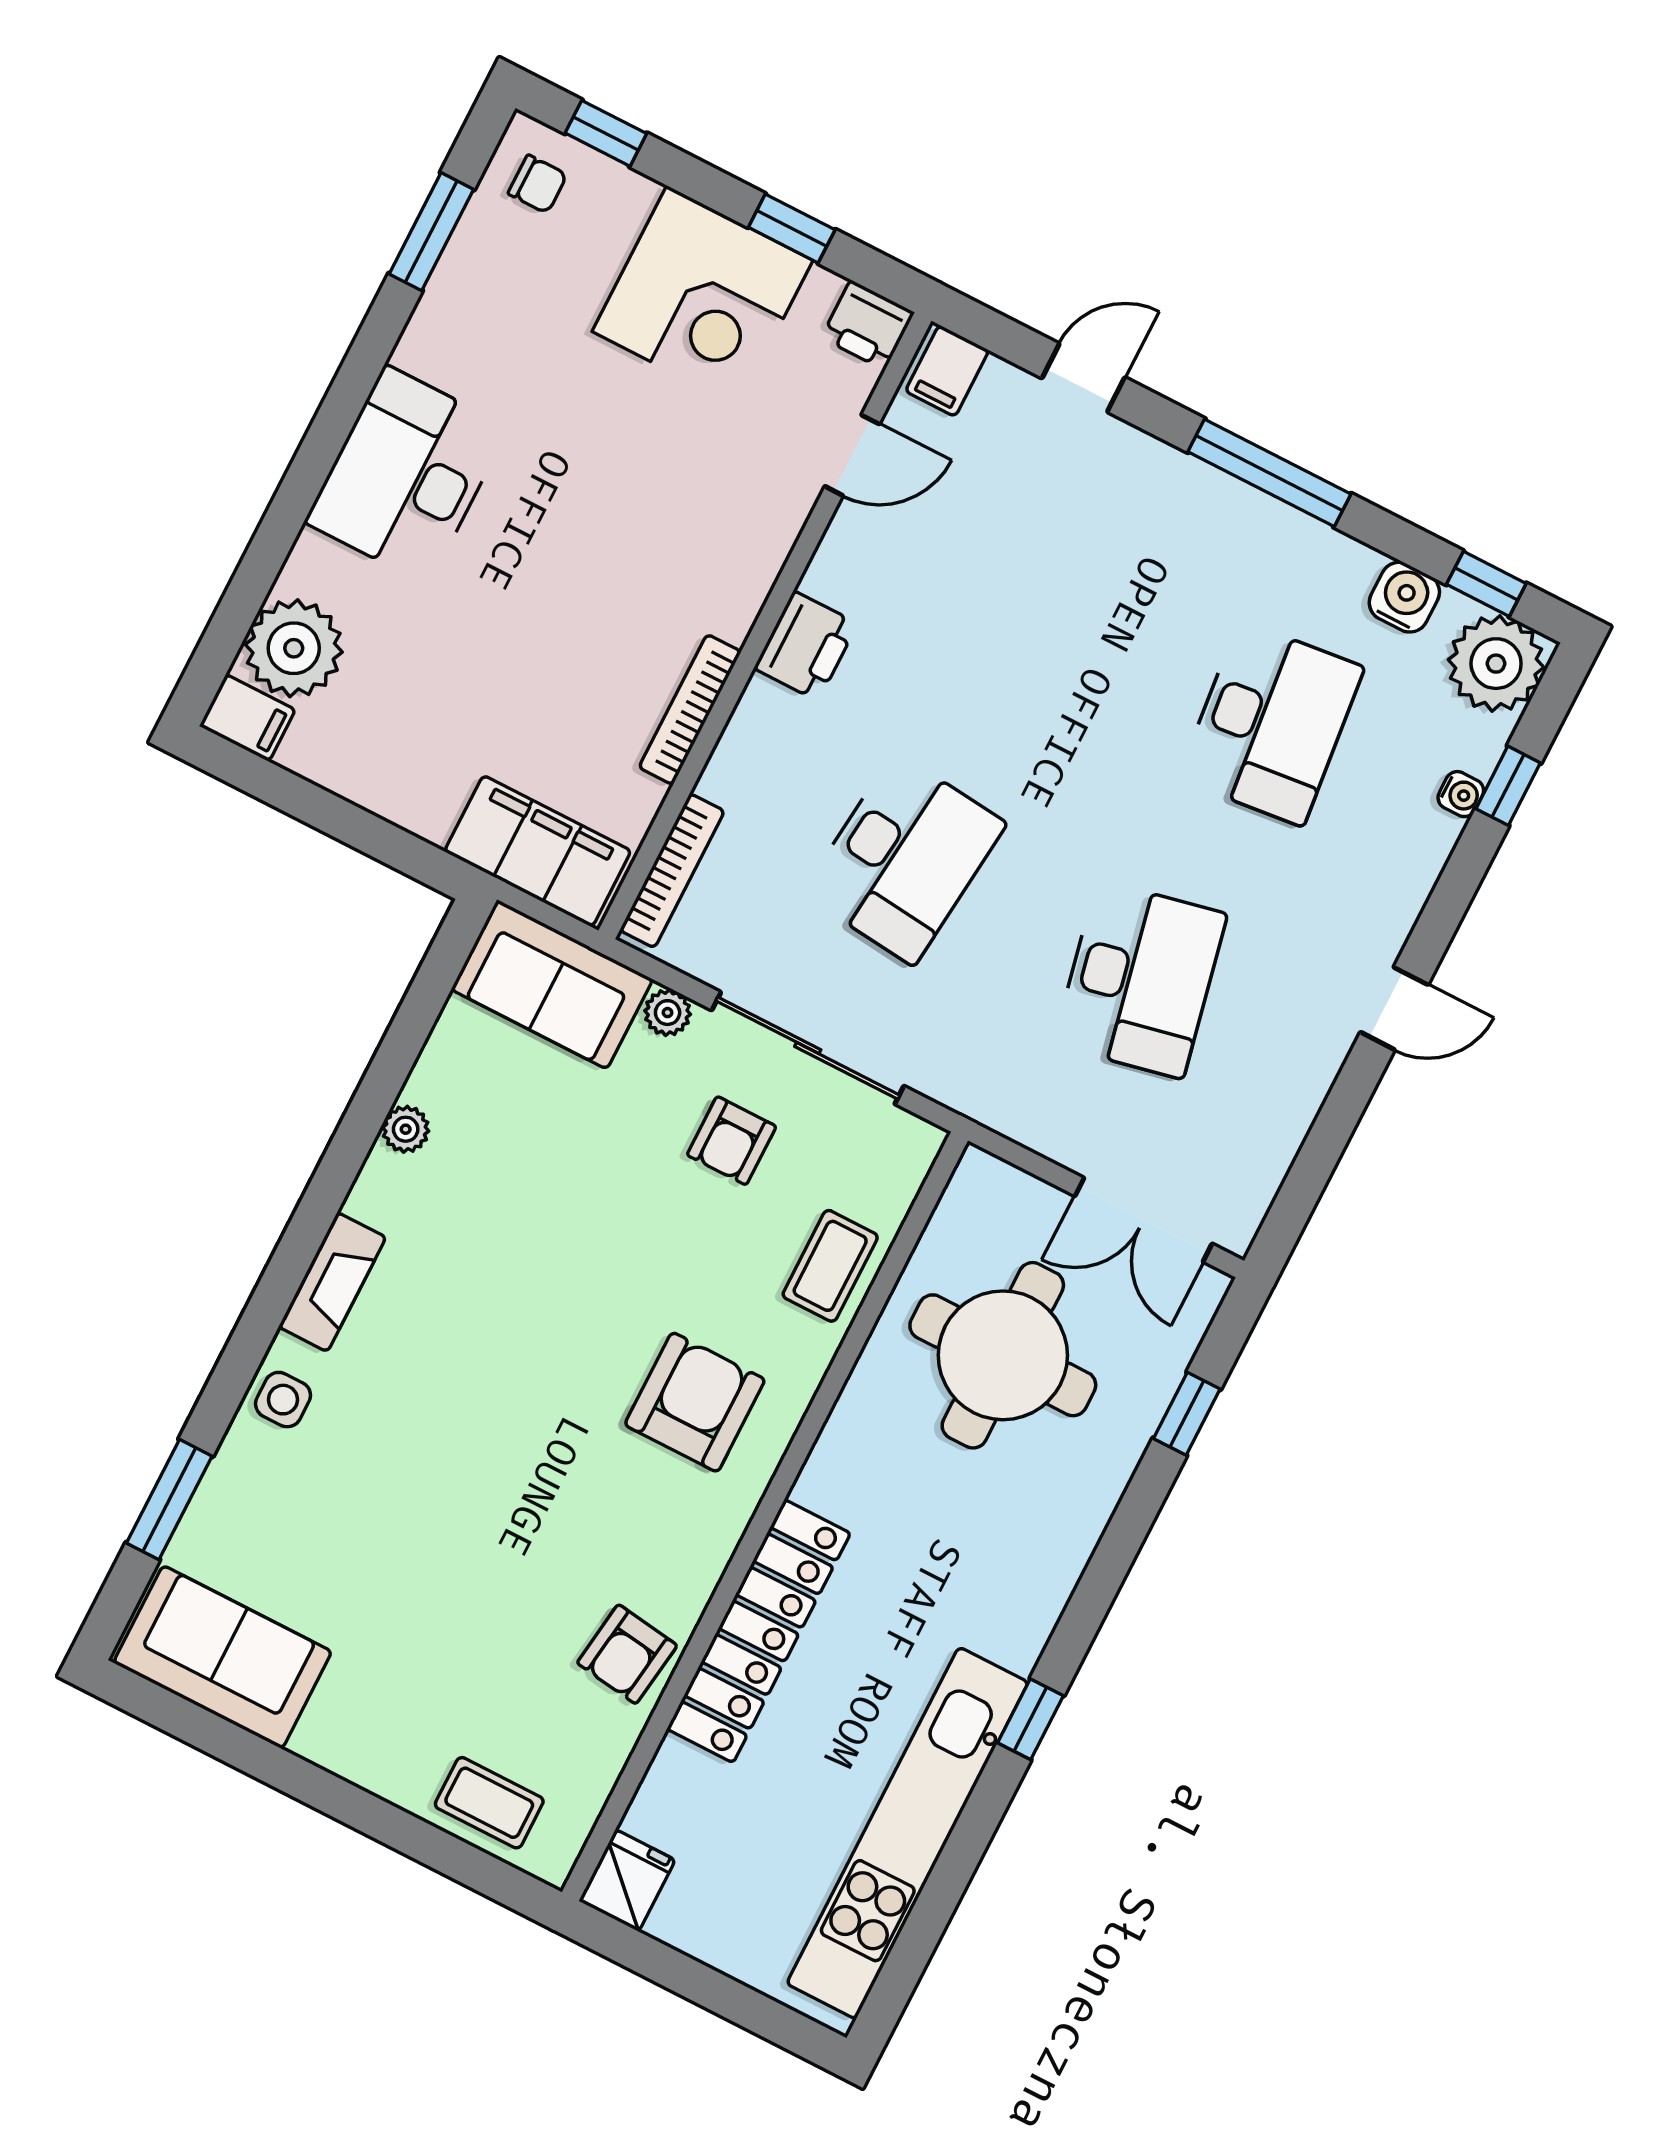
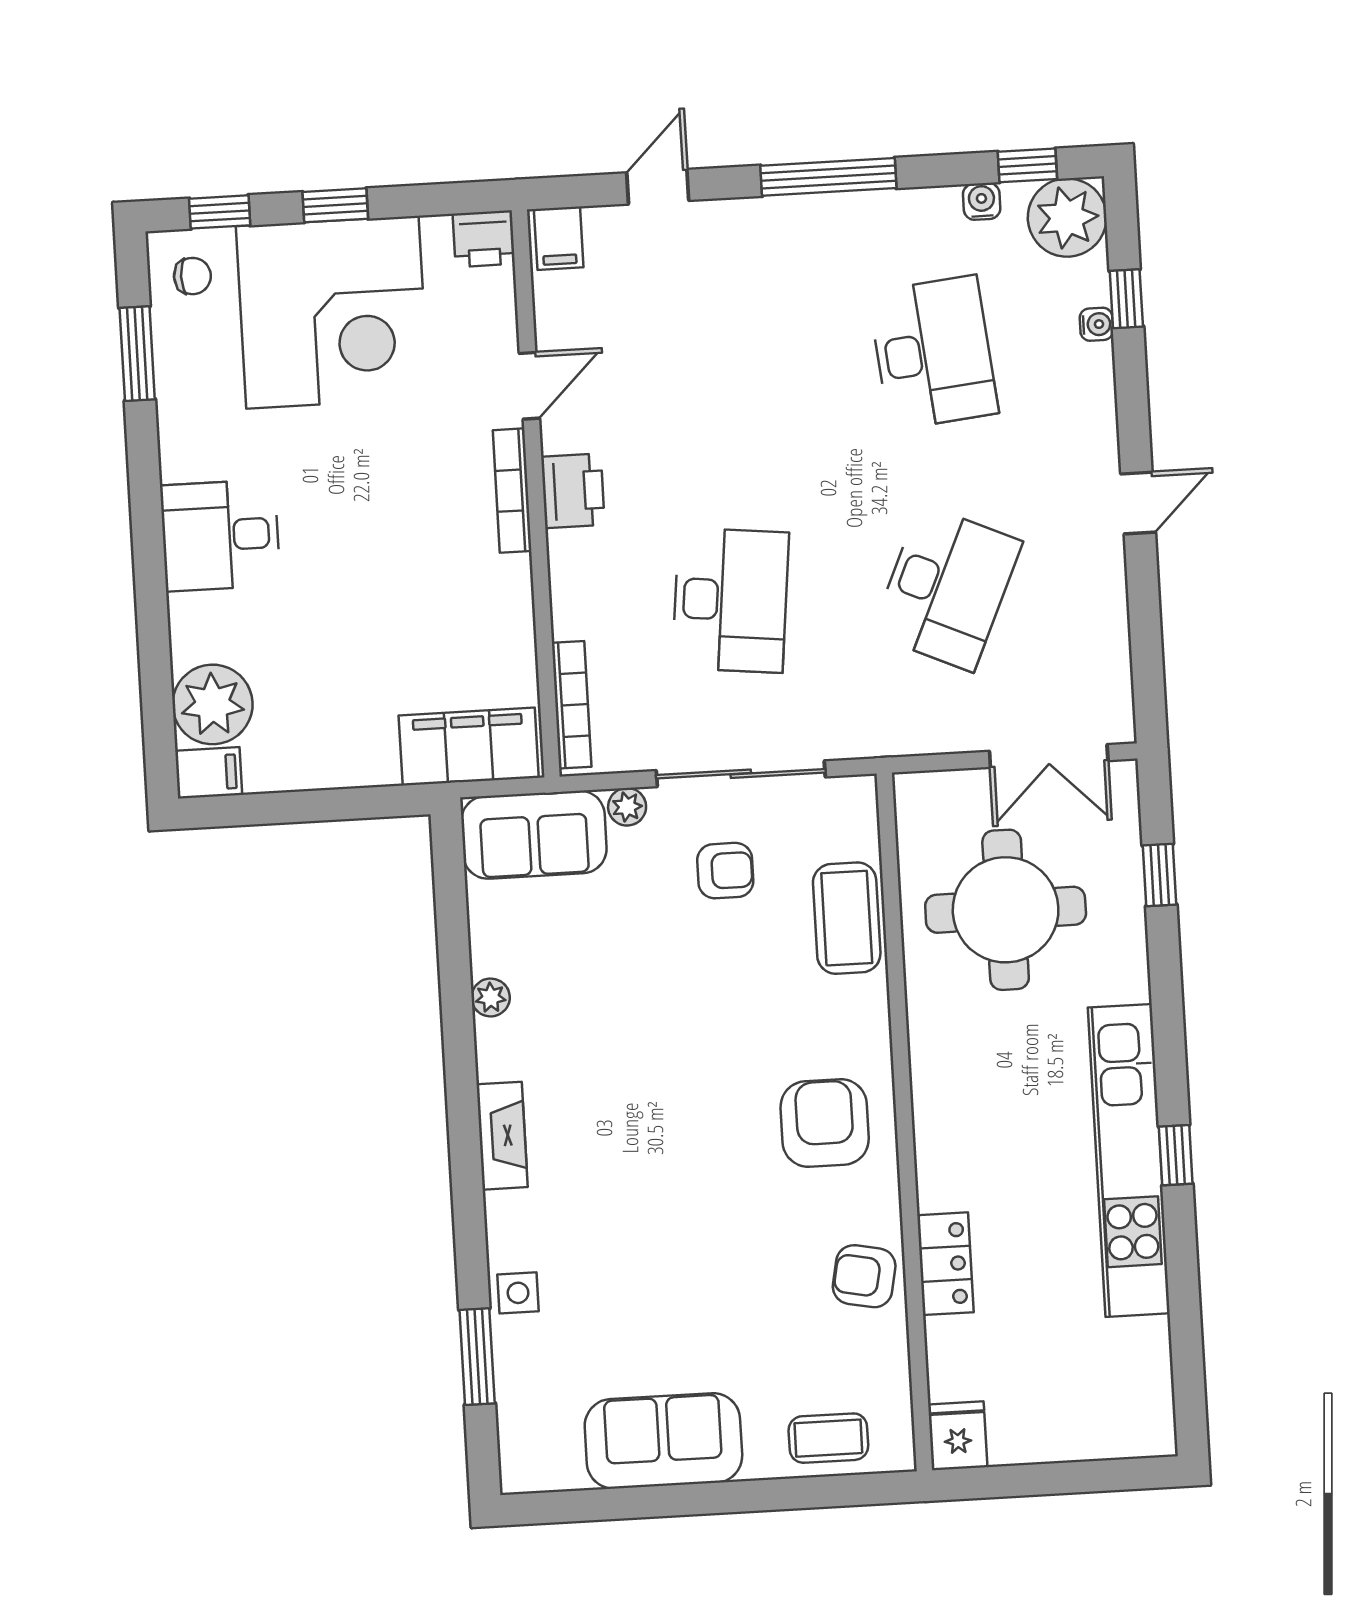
window: (792, 228) -> (335, 205), moved
corner desk: (703, 296) -> (332, 312), width x1.36, depth x1.36
door: (852, 455) -> (529, 386), moved
desk: (407, 475) -> (220, 535), width x0.73
water cooler: (1404, 597) -> (982, 201), width x0.72, depth x0.72
bookcase: (690, 710) -> (512, 491), moved
desk: (1140, 979) -> (947, 588), turned 36
armchair: (732, 1141) -> (725, 871), turned -90
coffee table: (830, 1266) -> (847, 918), width x1.36, depth x1.30
side table: (283, 1400) -> (518, 1293), moved
armchair: (695, 1402) -> (825, 1123), moved
locker: (759, 1631) -> (945, 1264), width x0.46, depth x0.83
armchair: (627, 1654) -> (864, 1276), turned 93
sofa: (223, 1657) -> (663, 1441), moved
kitchen unit: (907, 1833) -> (1129, 1160), moved

